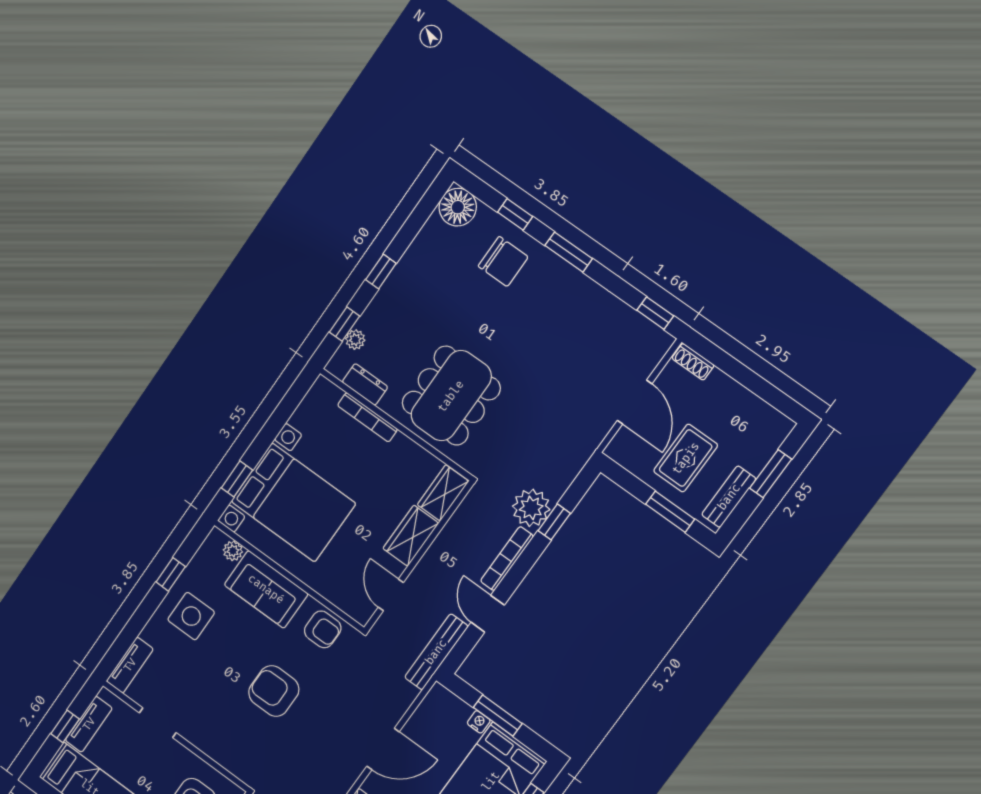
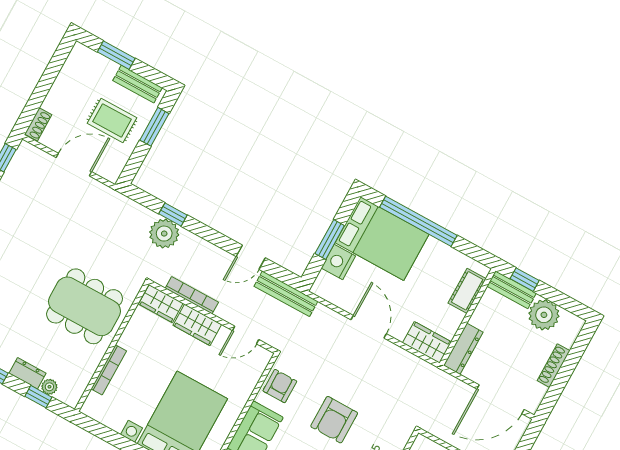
dresser: (365, 384) -> (28, 373), moved, turned 90
bookcase: (507, 559) -> (192, 295), moved, turned 180
nightstand: (479, 722) -> (338, 262), width x1.89, depth x1.79

